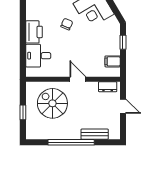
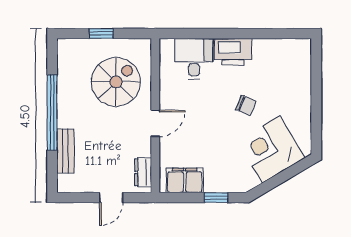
filing cabinet: (113, 61) -> (185, 180), width x2.00

